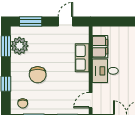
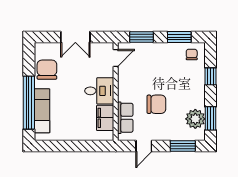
row of seats: (82, 58) -> (125, 118), moved
chair: (38, 75) -> (156, 104), moved, turned 90

